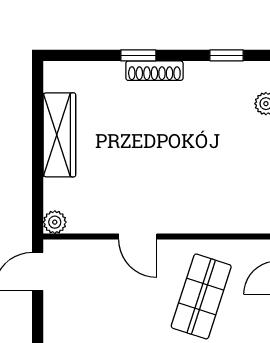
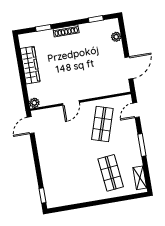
window: (138, 55) -> (43, 28), moved
door: (138, 237) -> (71, 103), hinge flipped

